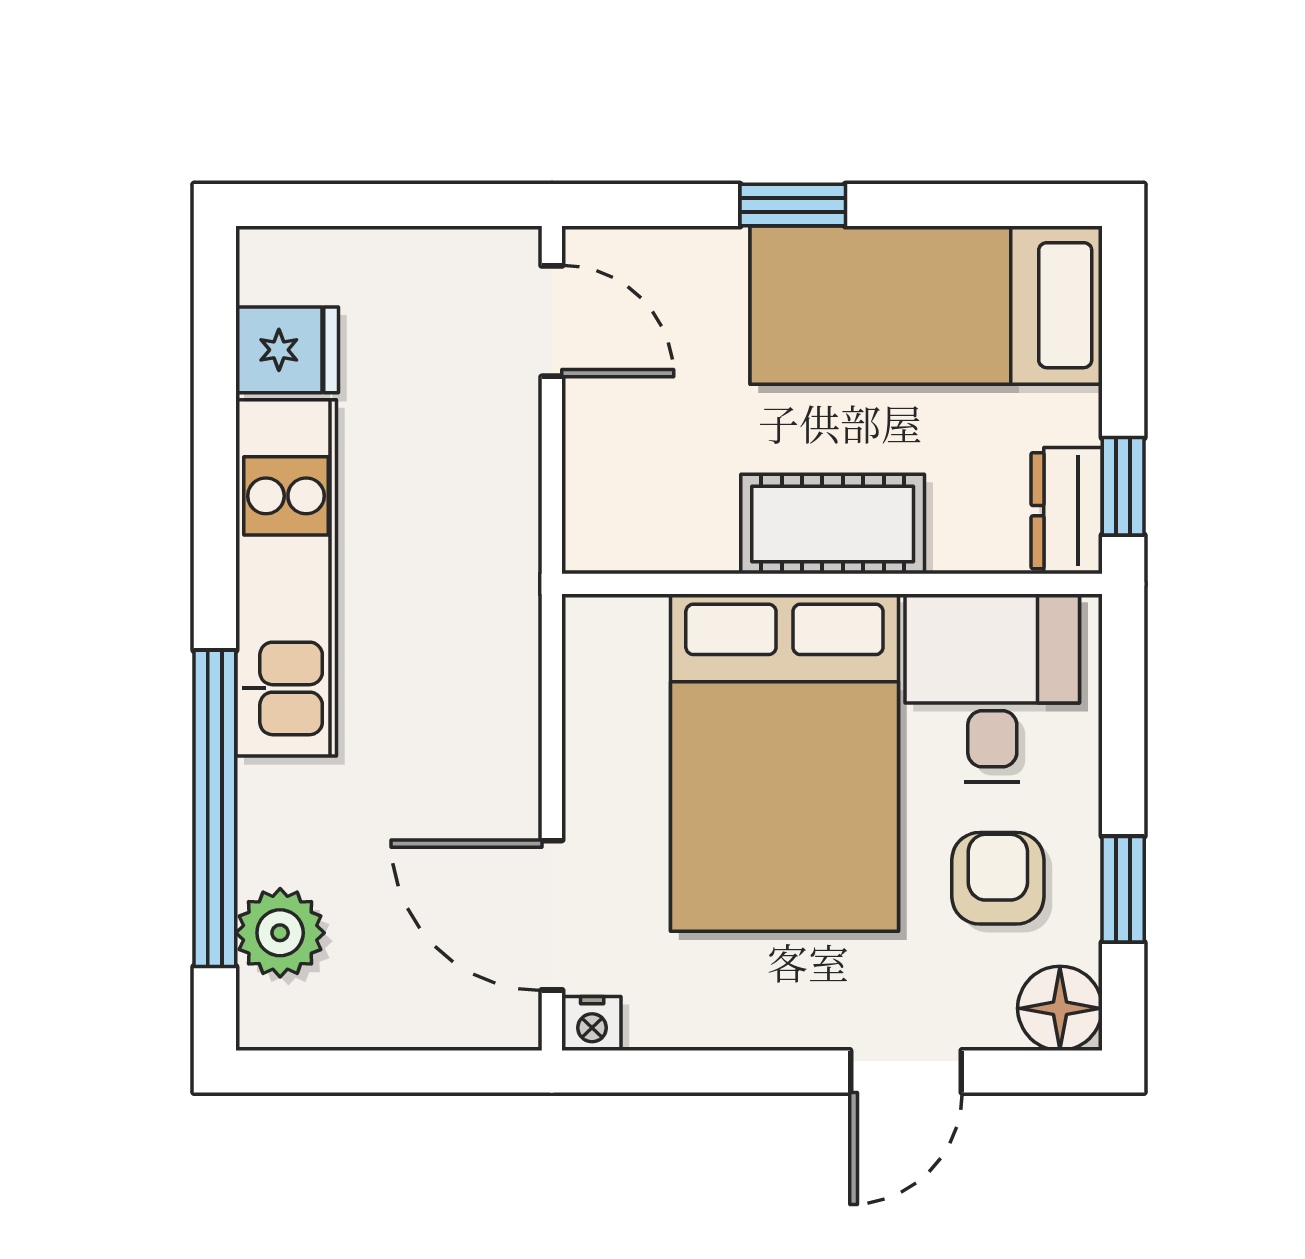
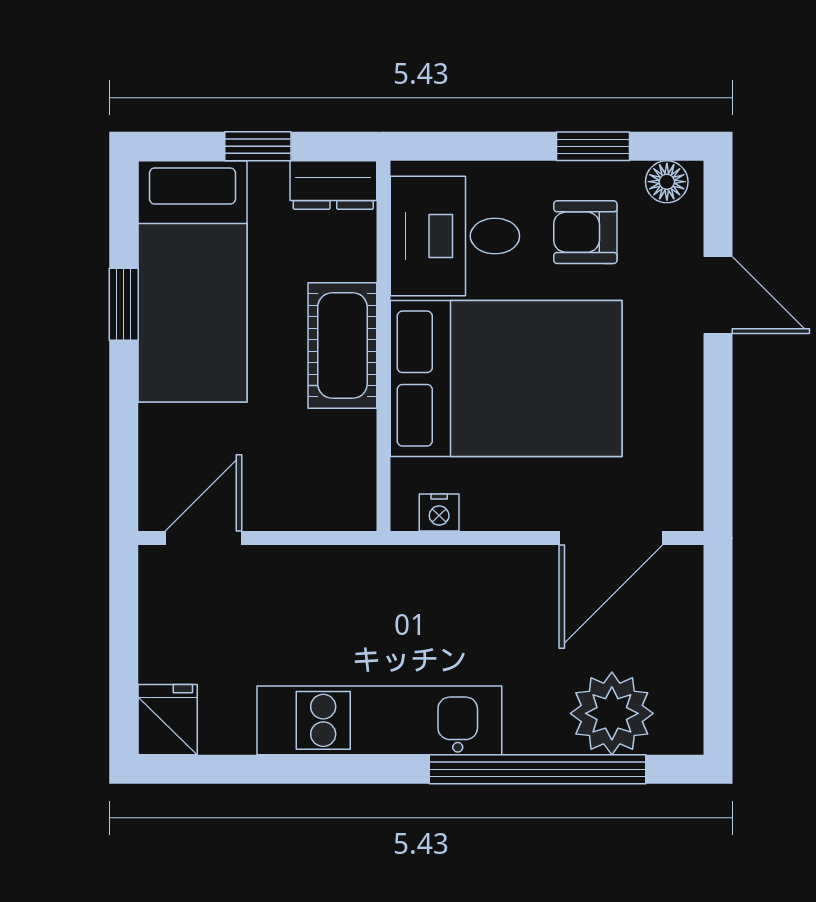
window: (793, 205) -> (124, 304), moved
fridge: (287, 350) -> (168, 720), moved
window: (1123, 486) -> (258, 146), moved
plant: (280, 933) -> (612, 713), width x1.36, depth x1.36
floor lamp: (1060, 1008) -> (667, 182), width x0.73, depth x0.73
nightstand: (592, 1023) -> (439, 513), moved, turned 90

